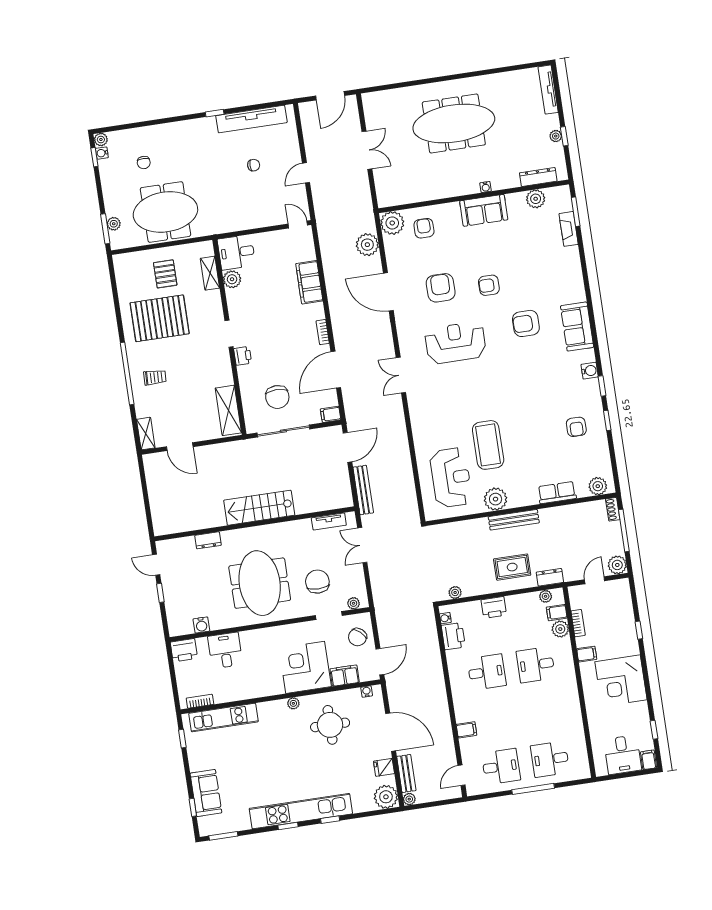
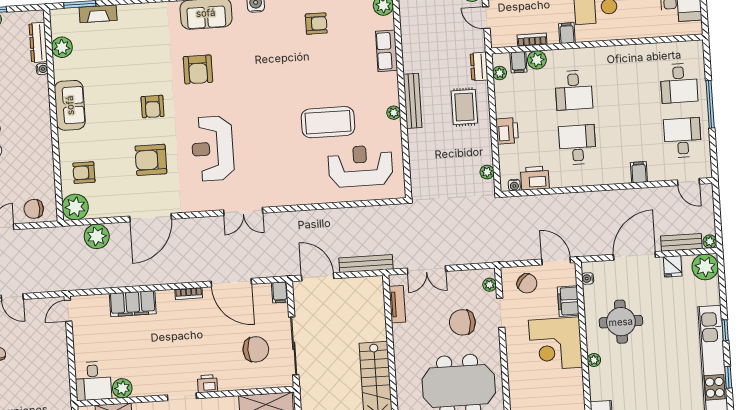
chair: (387, 186) -> (34, 209), added
water cooler: (486, 187) -> (42, 69), moved
plant: (496, 499) -> (394, 113), width x0.53, depth x0.53

